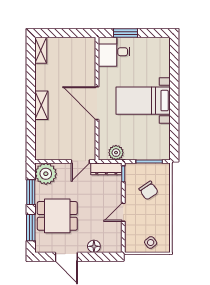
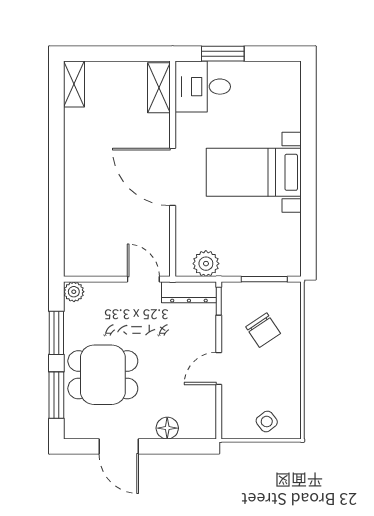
shelving: (41, 105) -> (159, 88), moved
door: (80, 161) -> (143, 279), swing flipped
plant: (46, 174) -> (74, 292), width x0.53, depth x0.53

